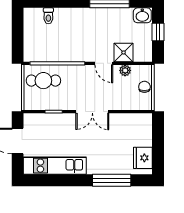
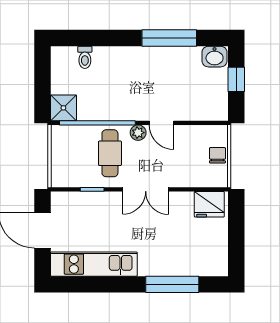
shower: (124, 52) -> (63, 108), moved
plant: (125, 70) -> (138, 133), moved
cafe table: (43, 81) -> (110, 153), moved, turned 90
fridge: (143, 158) -> (209, 204), moved, turned -90

